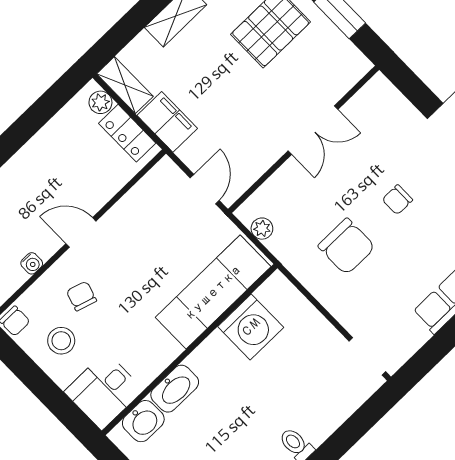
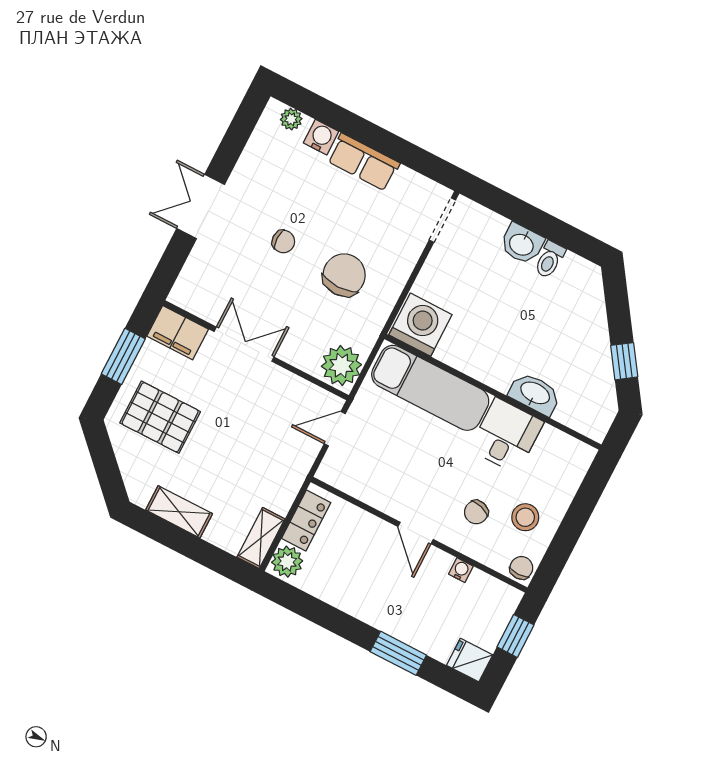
plant: (100, 102) -> (287, 562), width x1.38, depth x1.38
filing cabinet: (167, 122) -> (178, 333), moved, turned -90
plant: (262, 229) -> (341, 366), width x1.88, depth x1.88
washing machine: (251, 327) -> (420, 325), moved
desk: (104, 391) -> (506, 436), moved, turned -90
washbasin: (143, 421) -> (522, 244), moved, turned 180

